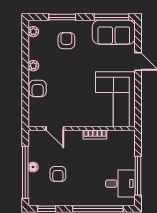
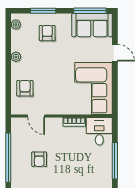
armchair: (38, 88) -> (25, 88), moved, turned 180
floor lamp: (33, 167) -> (16, 153), removed
desk: (120, 184) -> (99, 131), moved, turned -90

